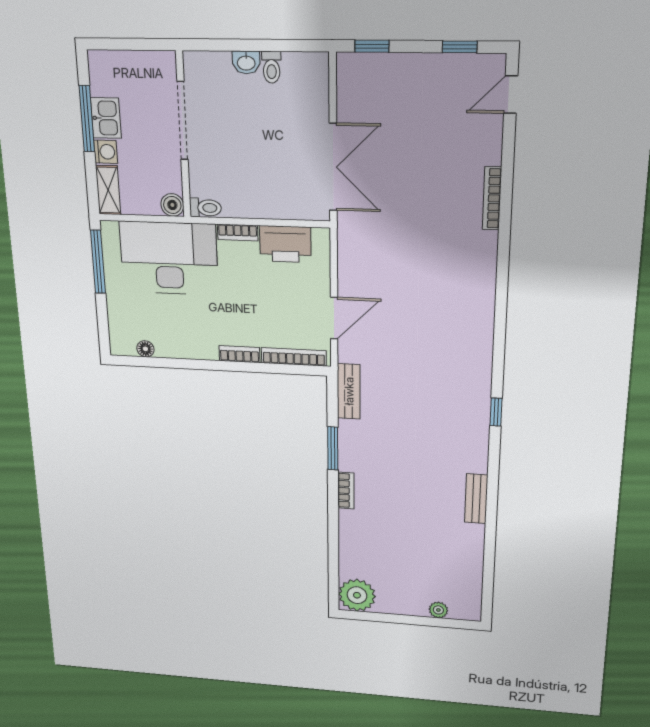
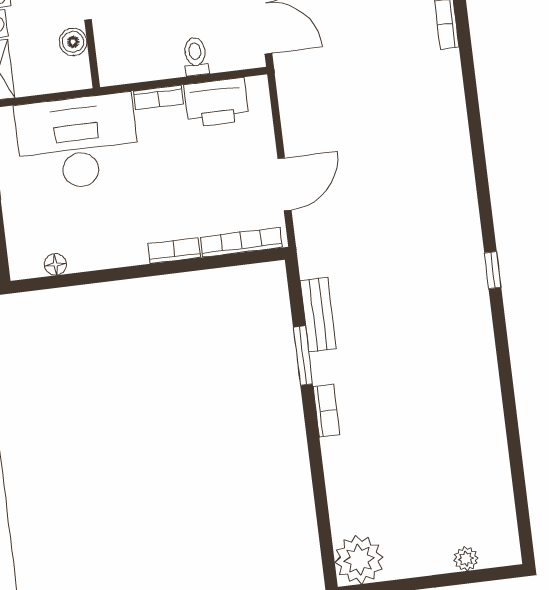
boiler: (172, 205) -> (73, 42), moved
toilet: (205, 208) -> (196, 57), moved, turned -90
bench: (349, 391) -> (318, 315), moved
bench: (476, 499) -> (488, 390), removed

